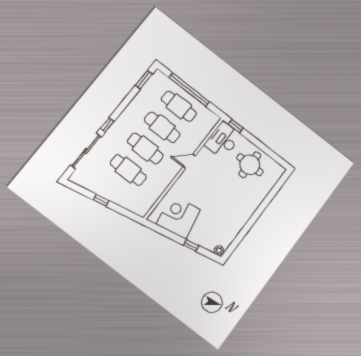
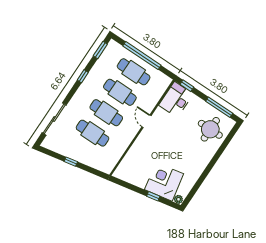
window: (107, 125) -> (83, 76), moved
window: (269, 152) -> (219, 107), added
door: (189, 161) -> (146, 121), hinge flipped
round table: (250, 165) -> (210, 129), moved
corner desk: (178, 217) -> (164, 182), moved

